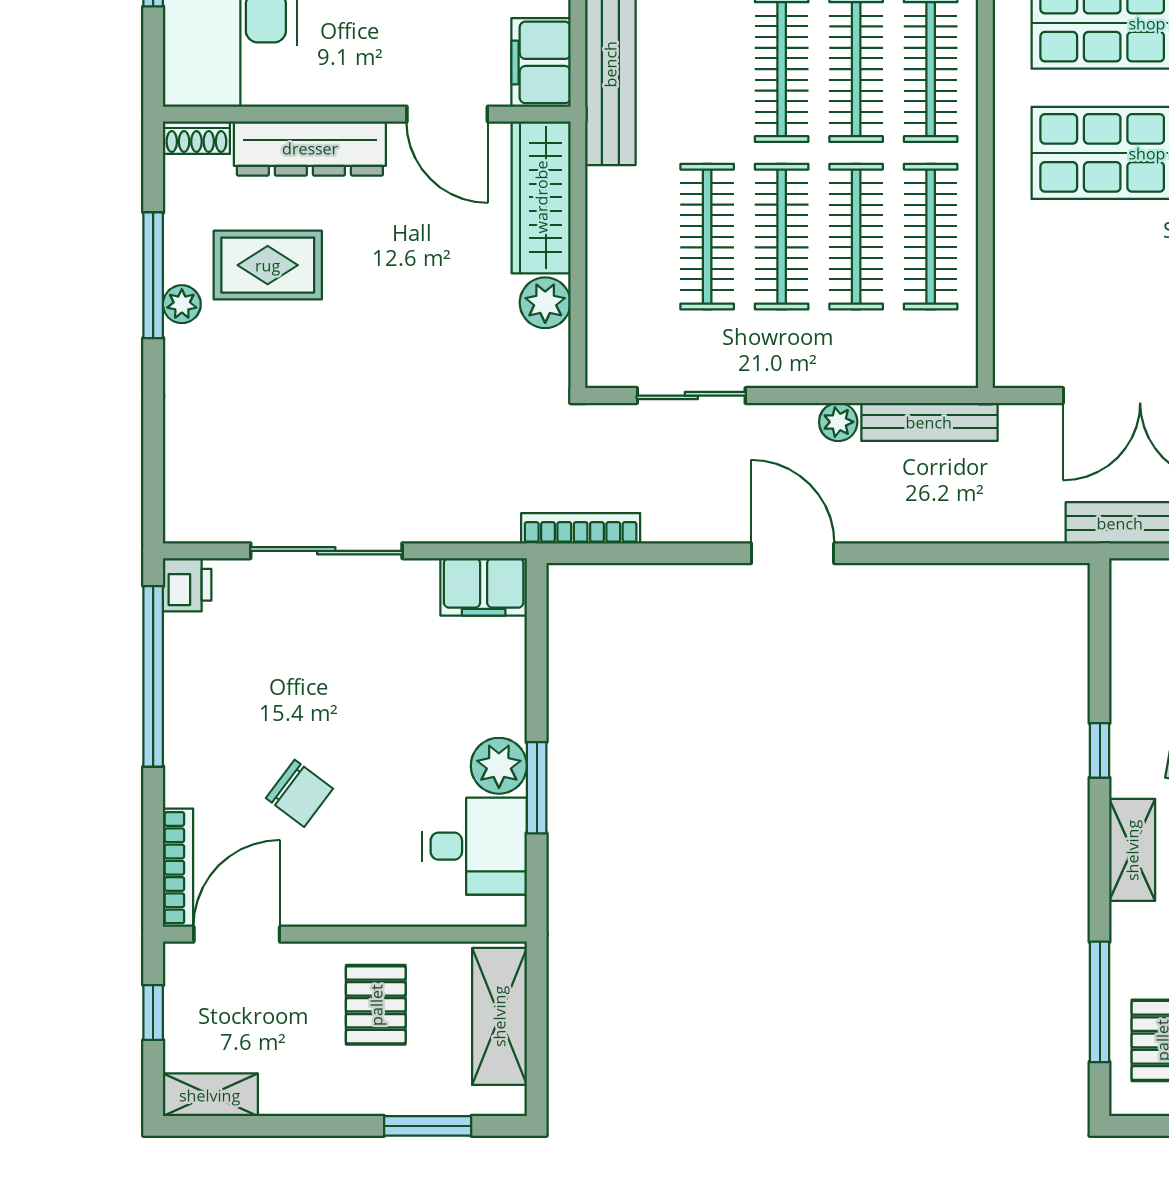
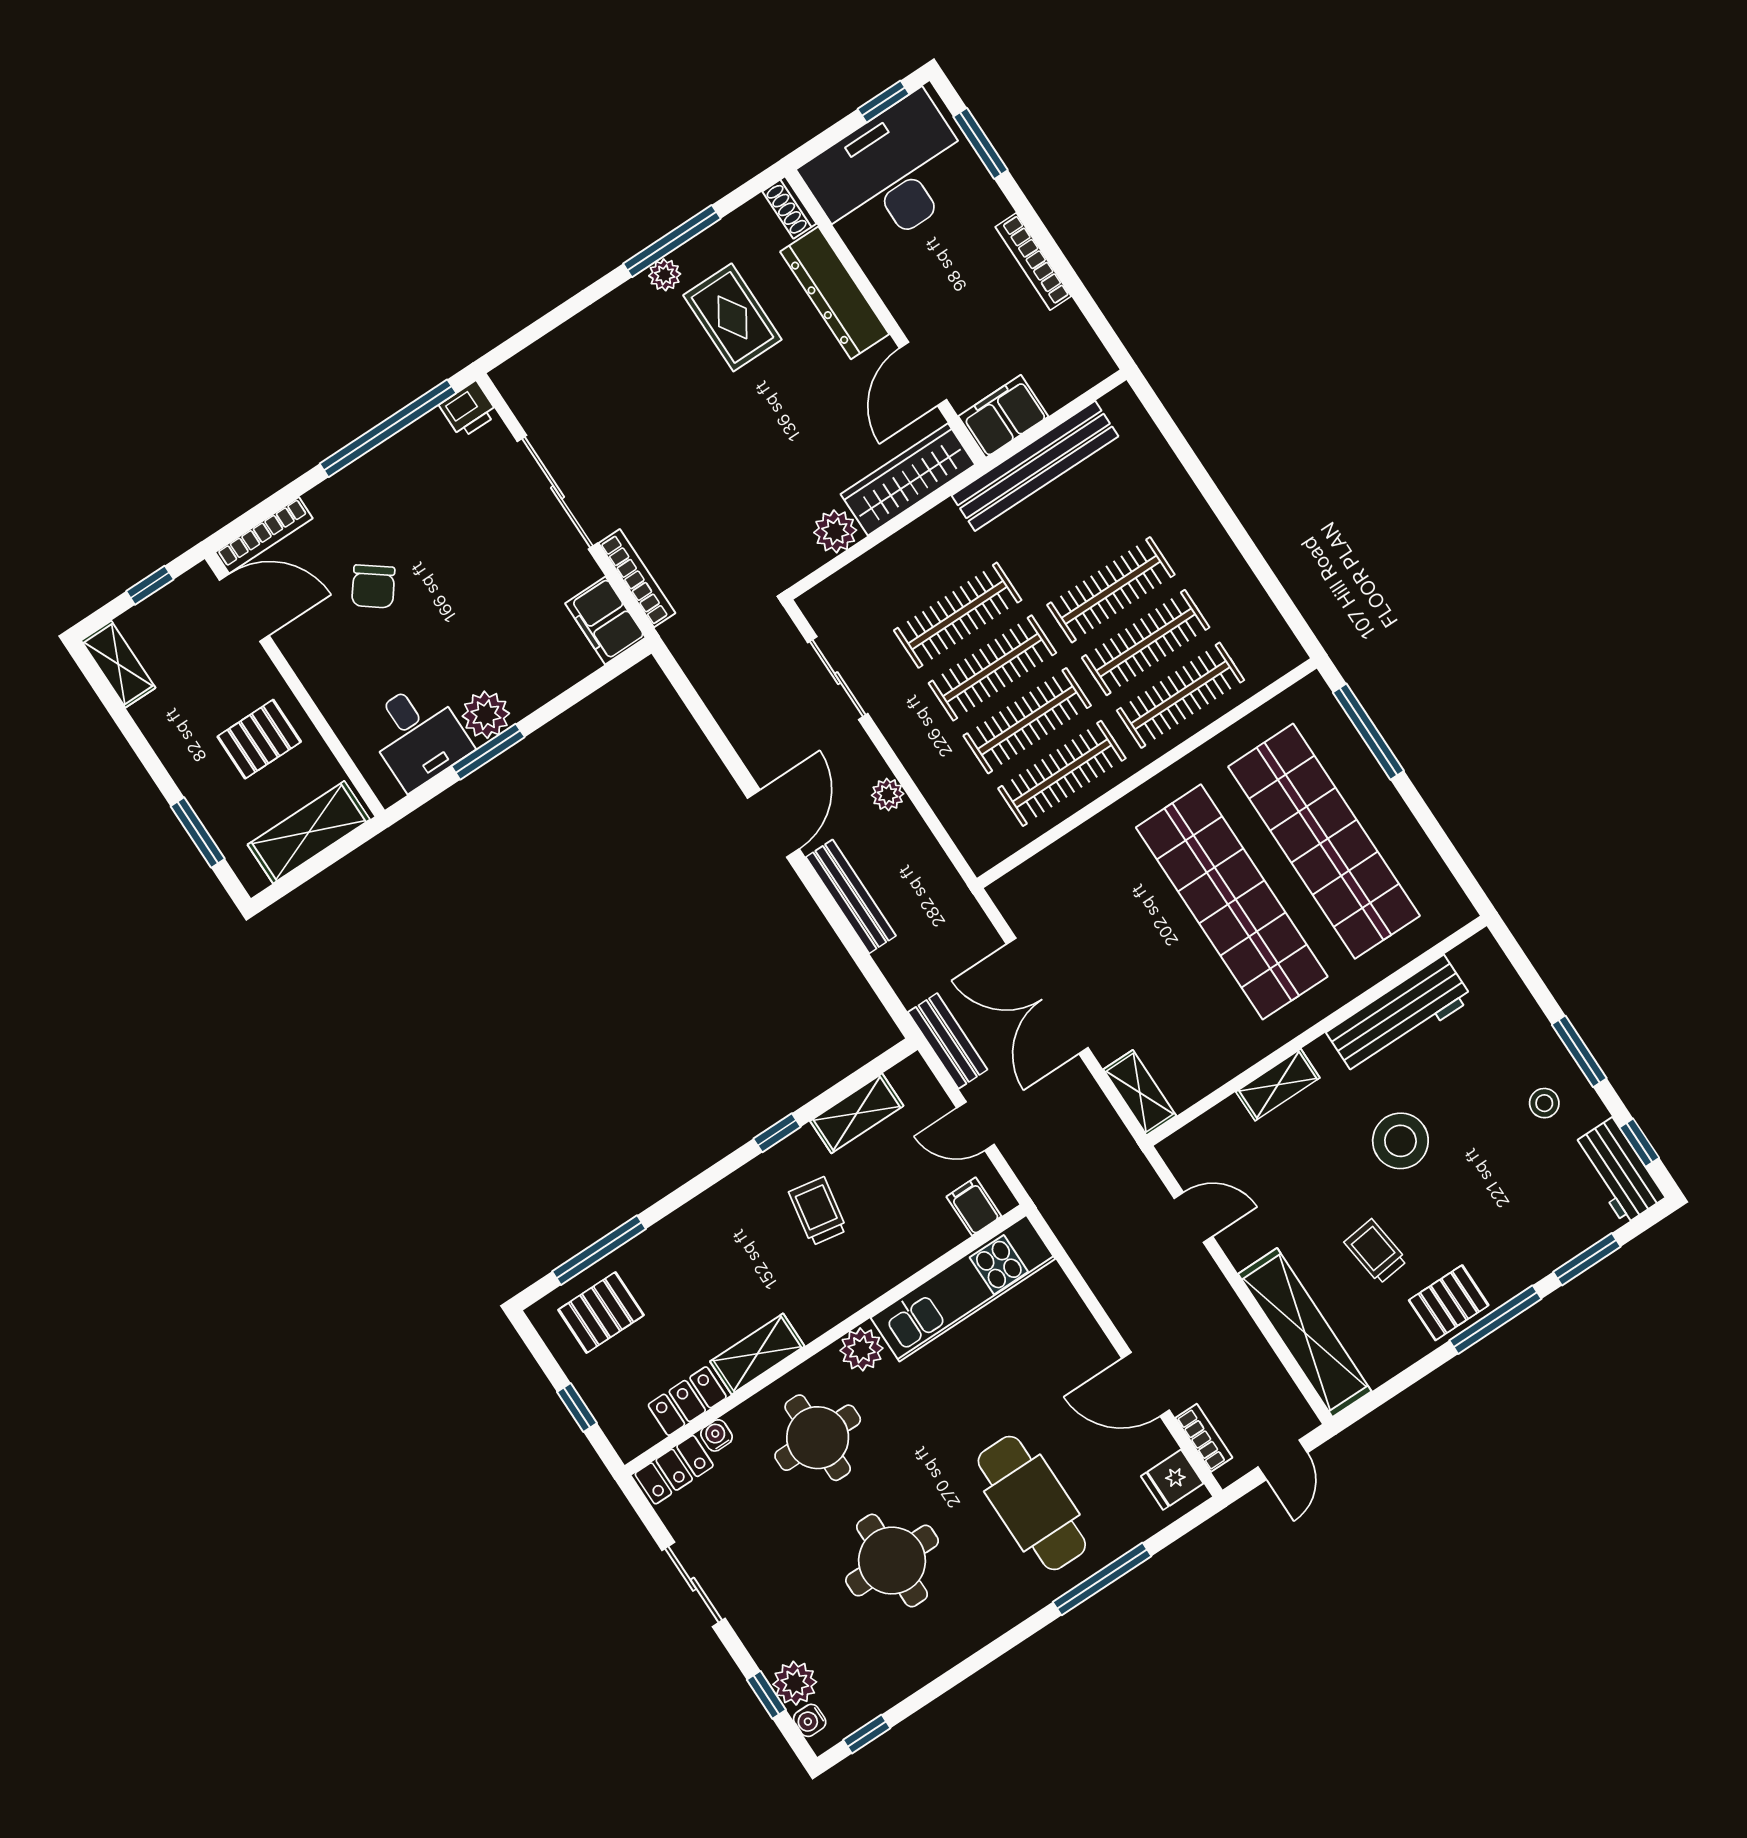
bench: (929, 422) -> (851, 897), moved
bookcase: (581, 528) -> (637, 578), moved
shelving: (1132, 850) -> (857, 1113), moved

